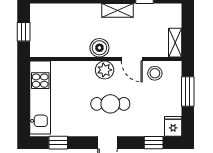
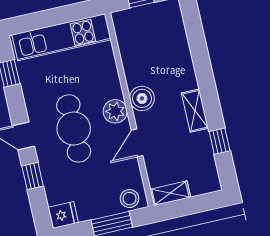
stool: (155, 73) -> (130, 199), moved
cafe table: (110, 104) -> (74, 128), width x1.37, depth x1.35
window: (154, 143) -> (33, 176), moved

